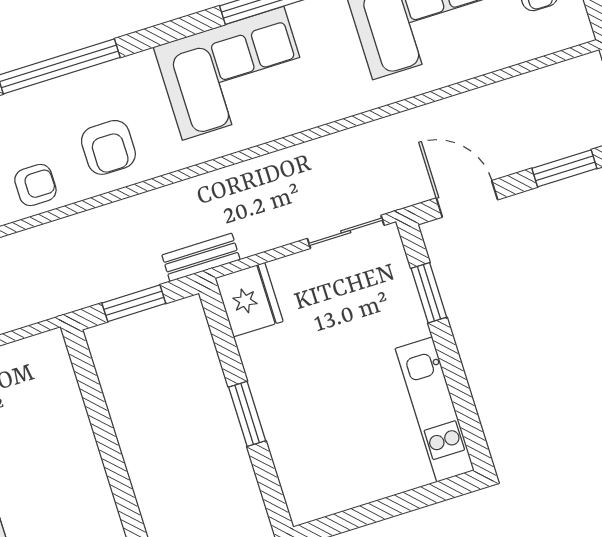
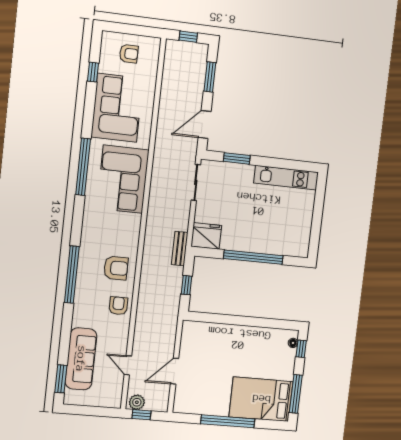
corner sofa: (233, 73) -> (123, 179), moved, turned 180
window: (134, 303) -> (186, 285), width x0.67
window: (247, 414) -> (253, 257), width x2.11

